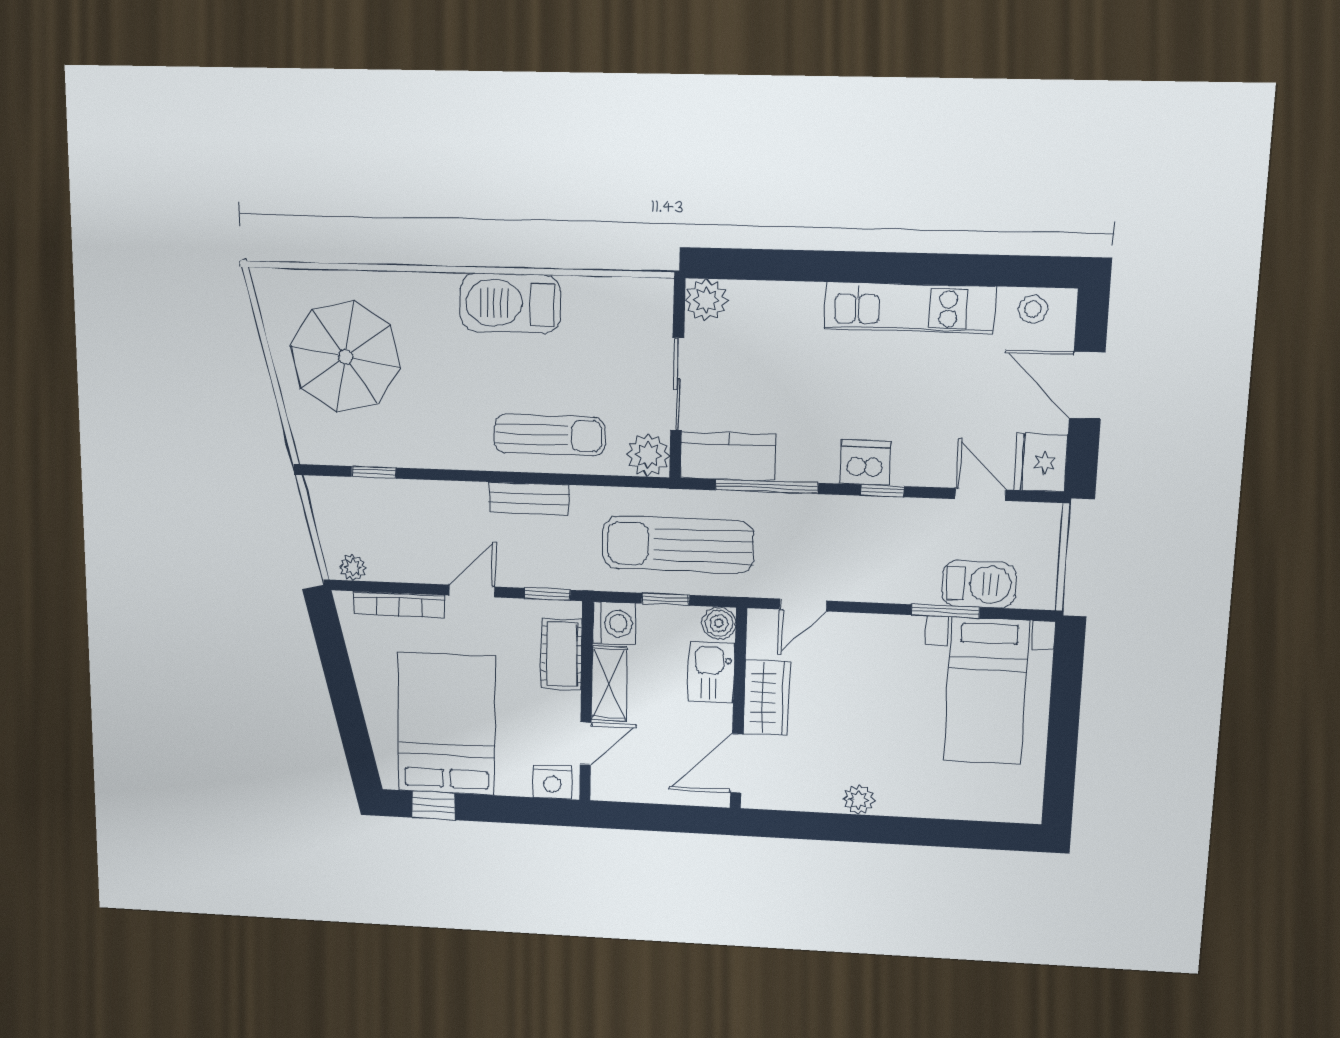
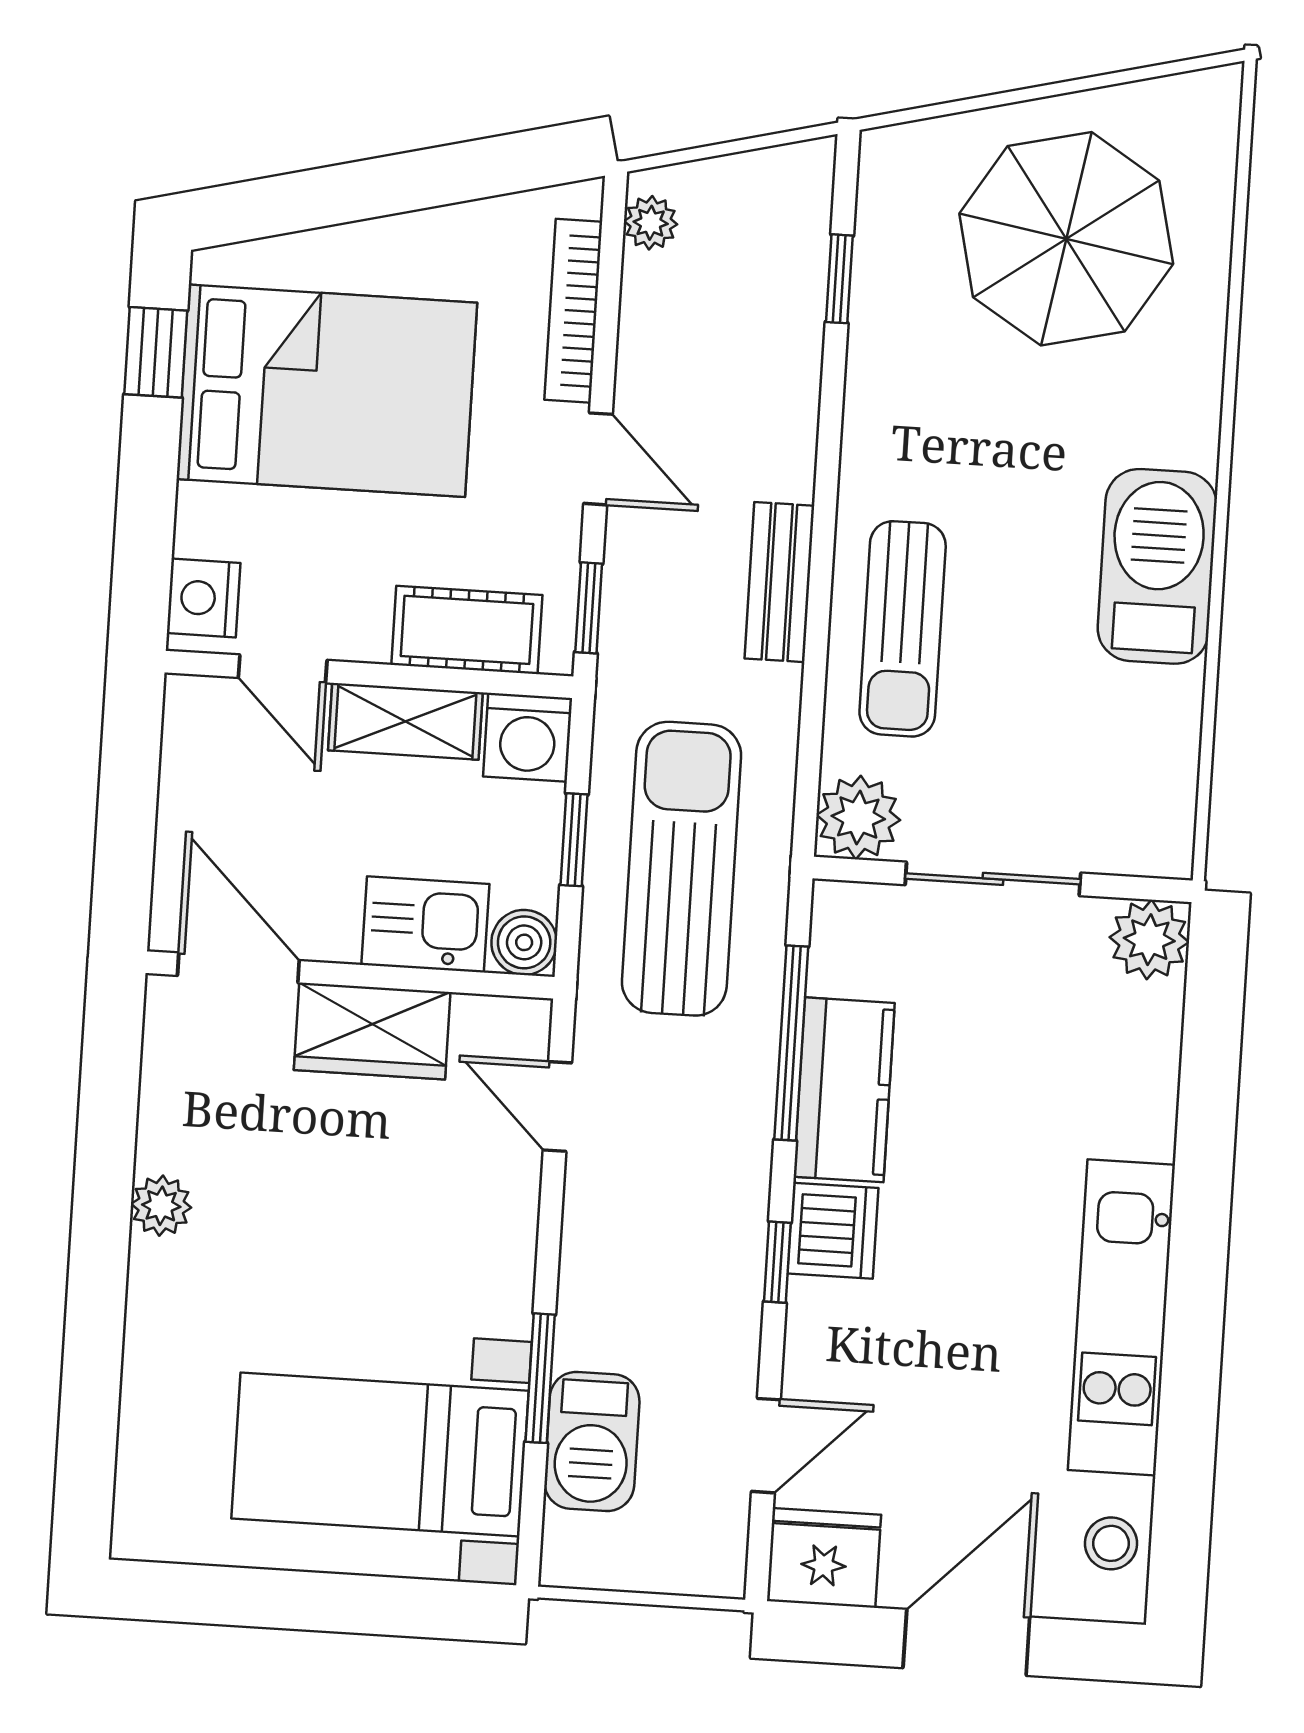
kitchen counter: (728, 456) -> (844, 1090), moved

